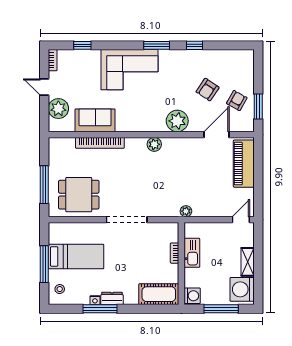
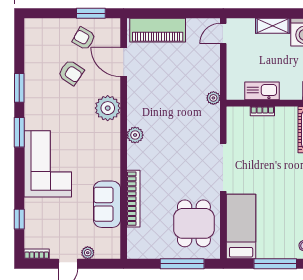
window: (194, 45) -> (19, 88), width x1.50
plant: (58, 109) -> (88, 253), width x0.53, depth x0.53
door: (241, 220) -> (223, 33), hinge flipped
bed: (76, 256) -> (241, 227), moved

